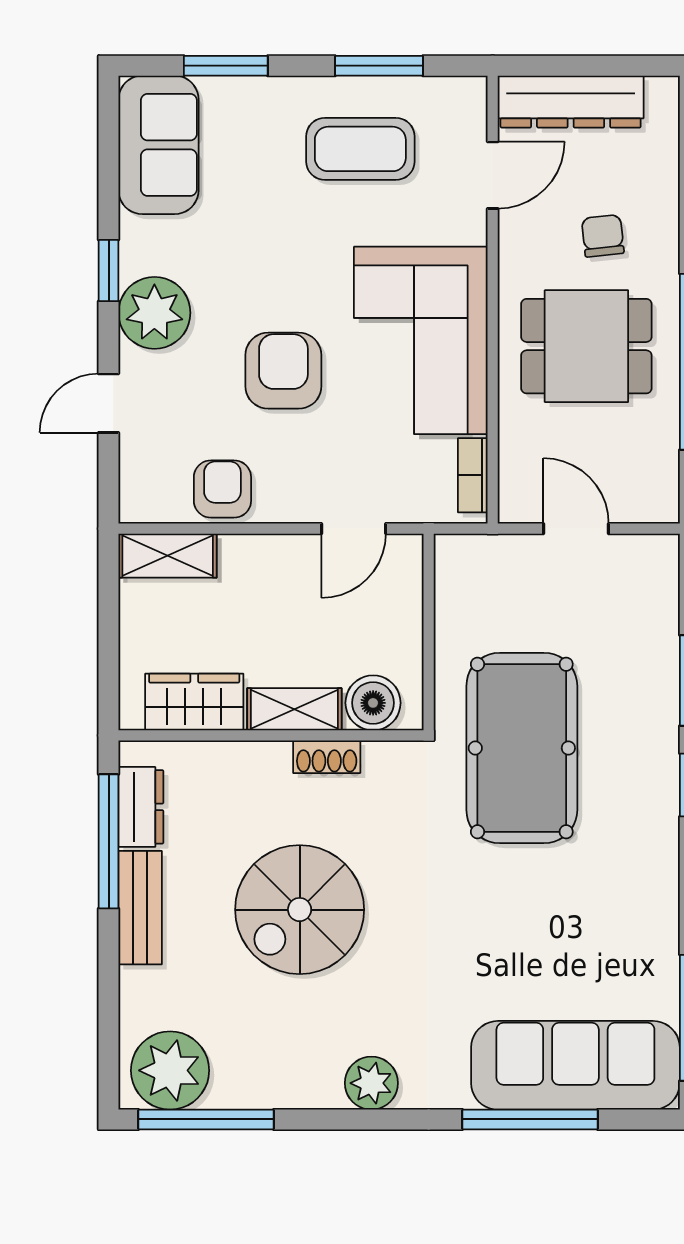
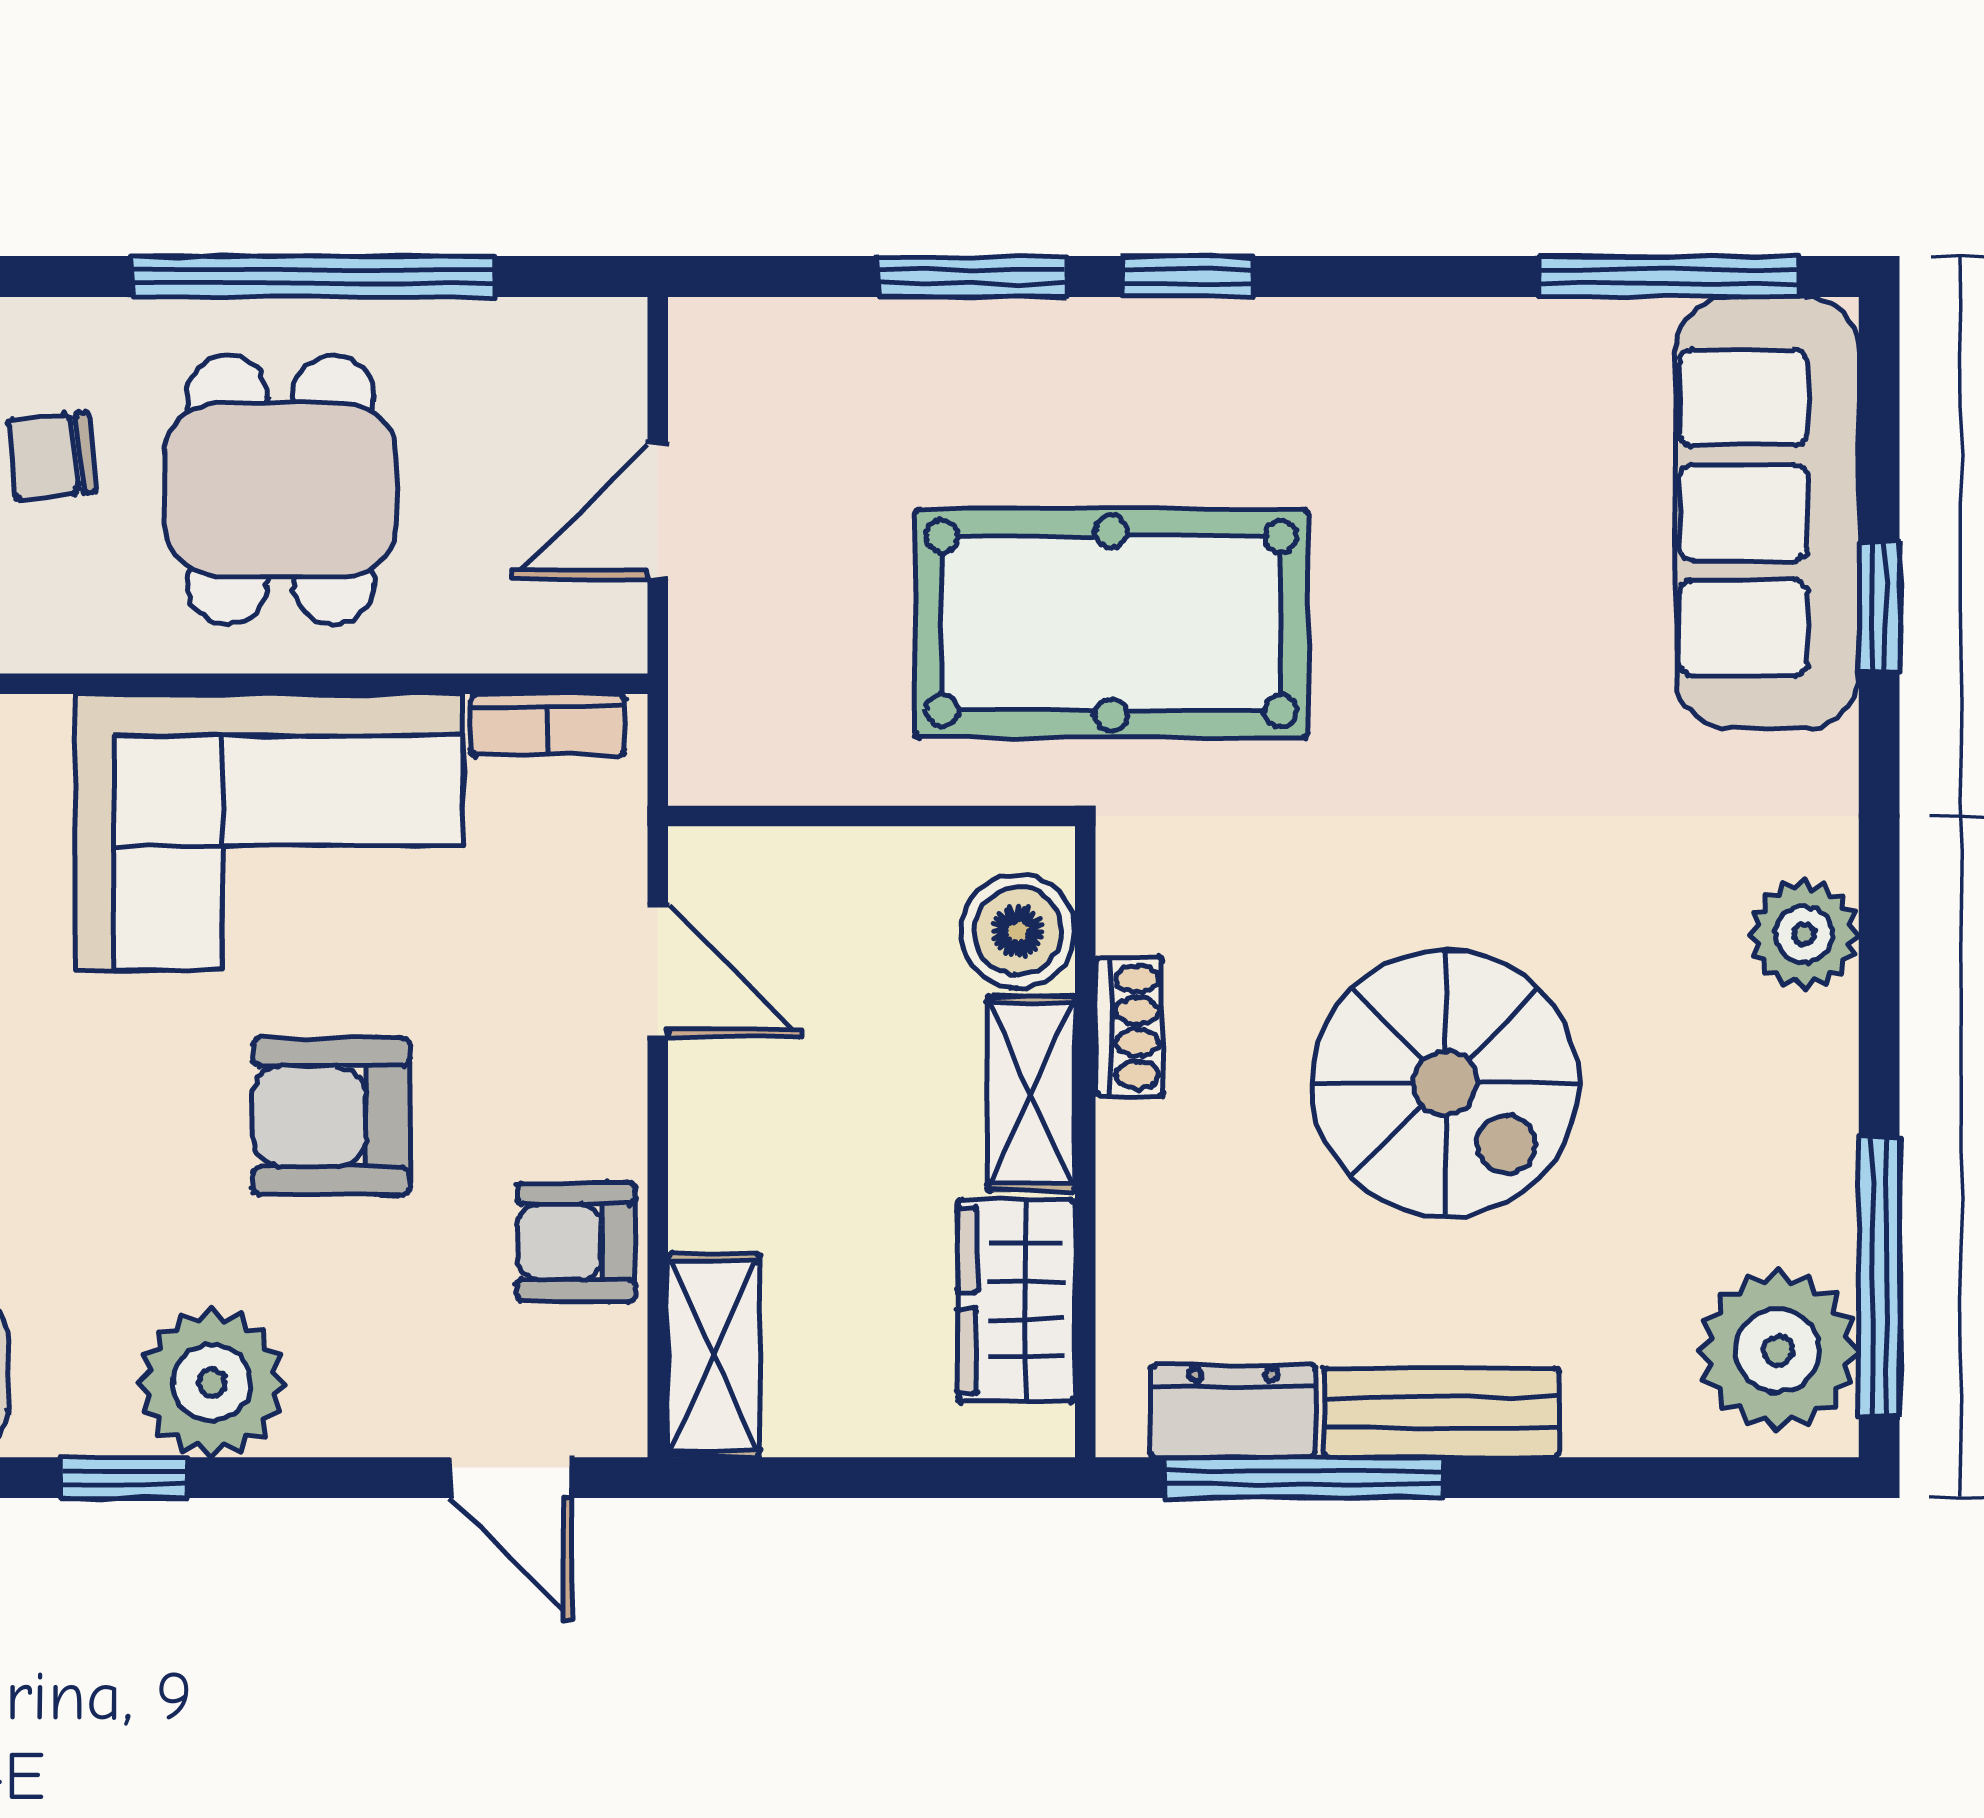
door: (109, 403) -> (511, 1478), moved
window: (530, 1119) -> (1879, 606), width x0.46

